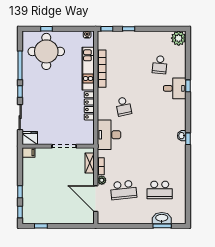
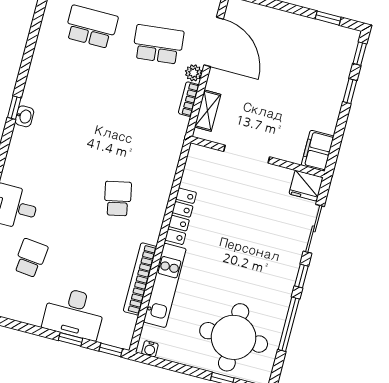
desk: (109, 135) -> (74, 313), moved, turned 90
filing cabinet: (29, 152) -> (318, 151), width x2.00

